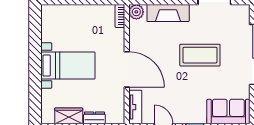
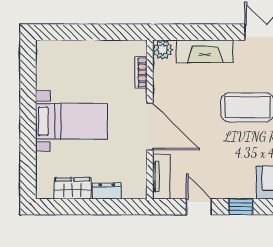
bookcase: (120, 16) -> (141, 72), moved

